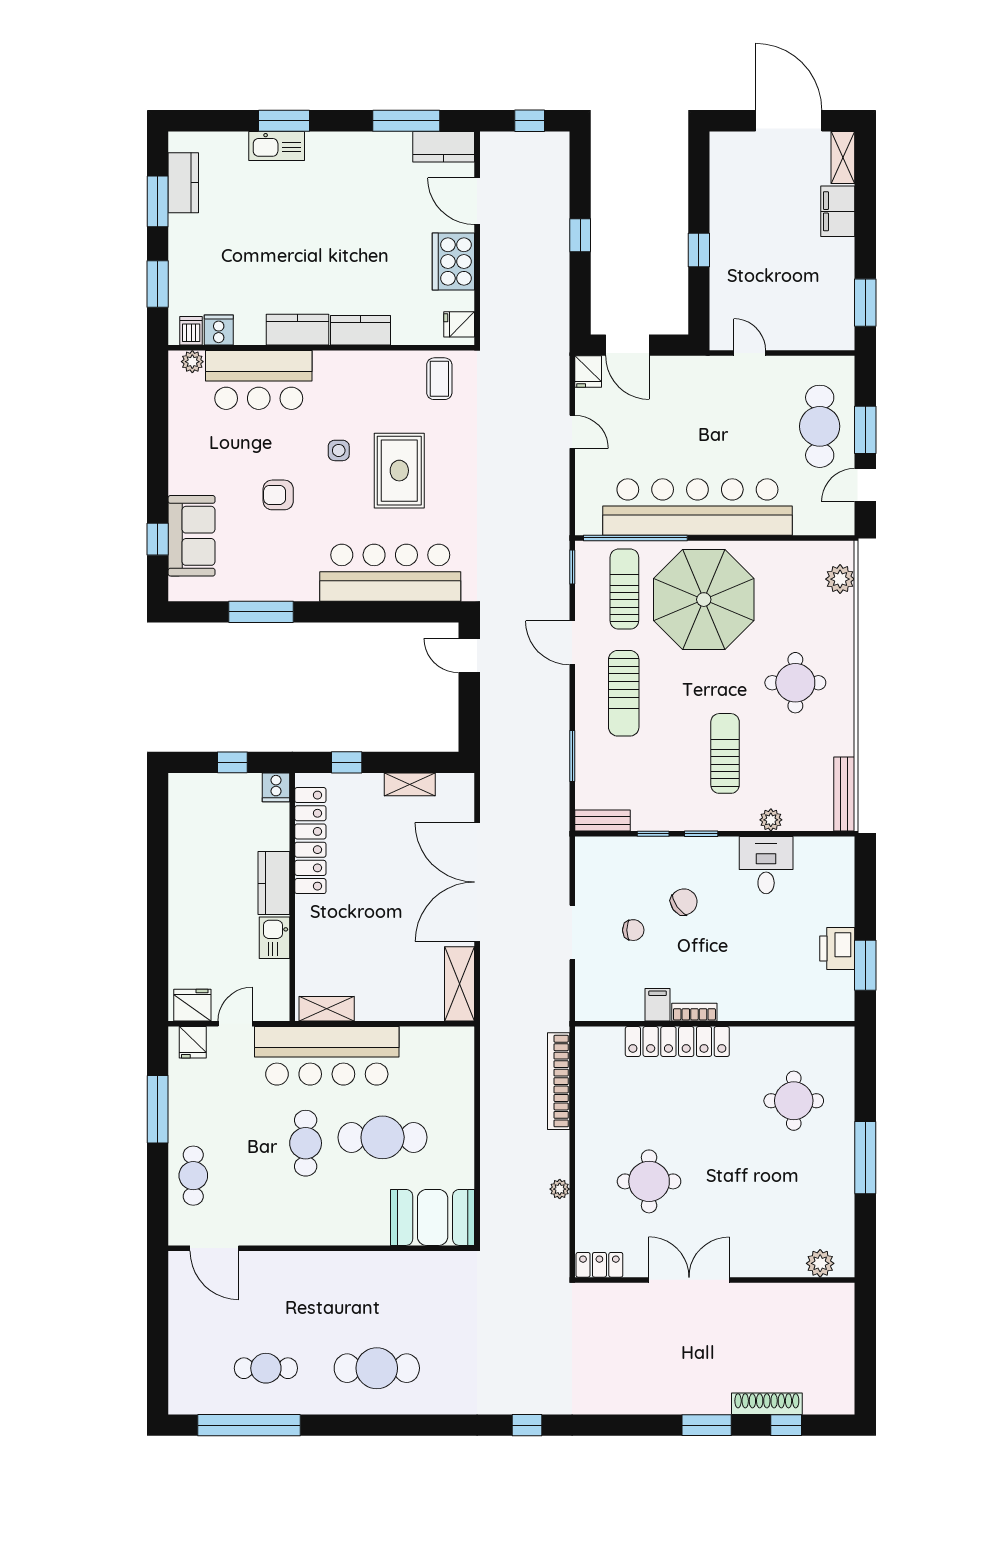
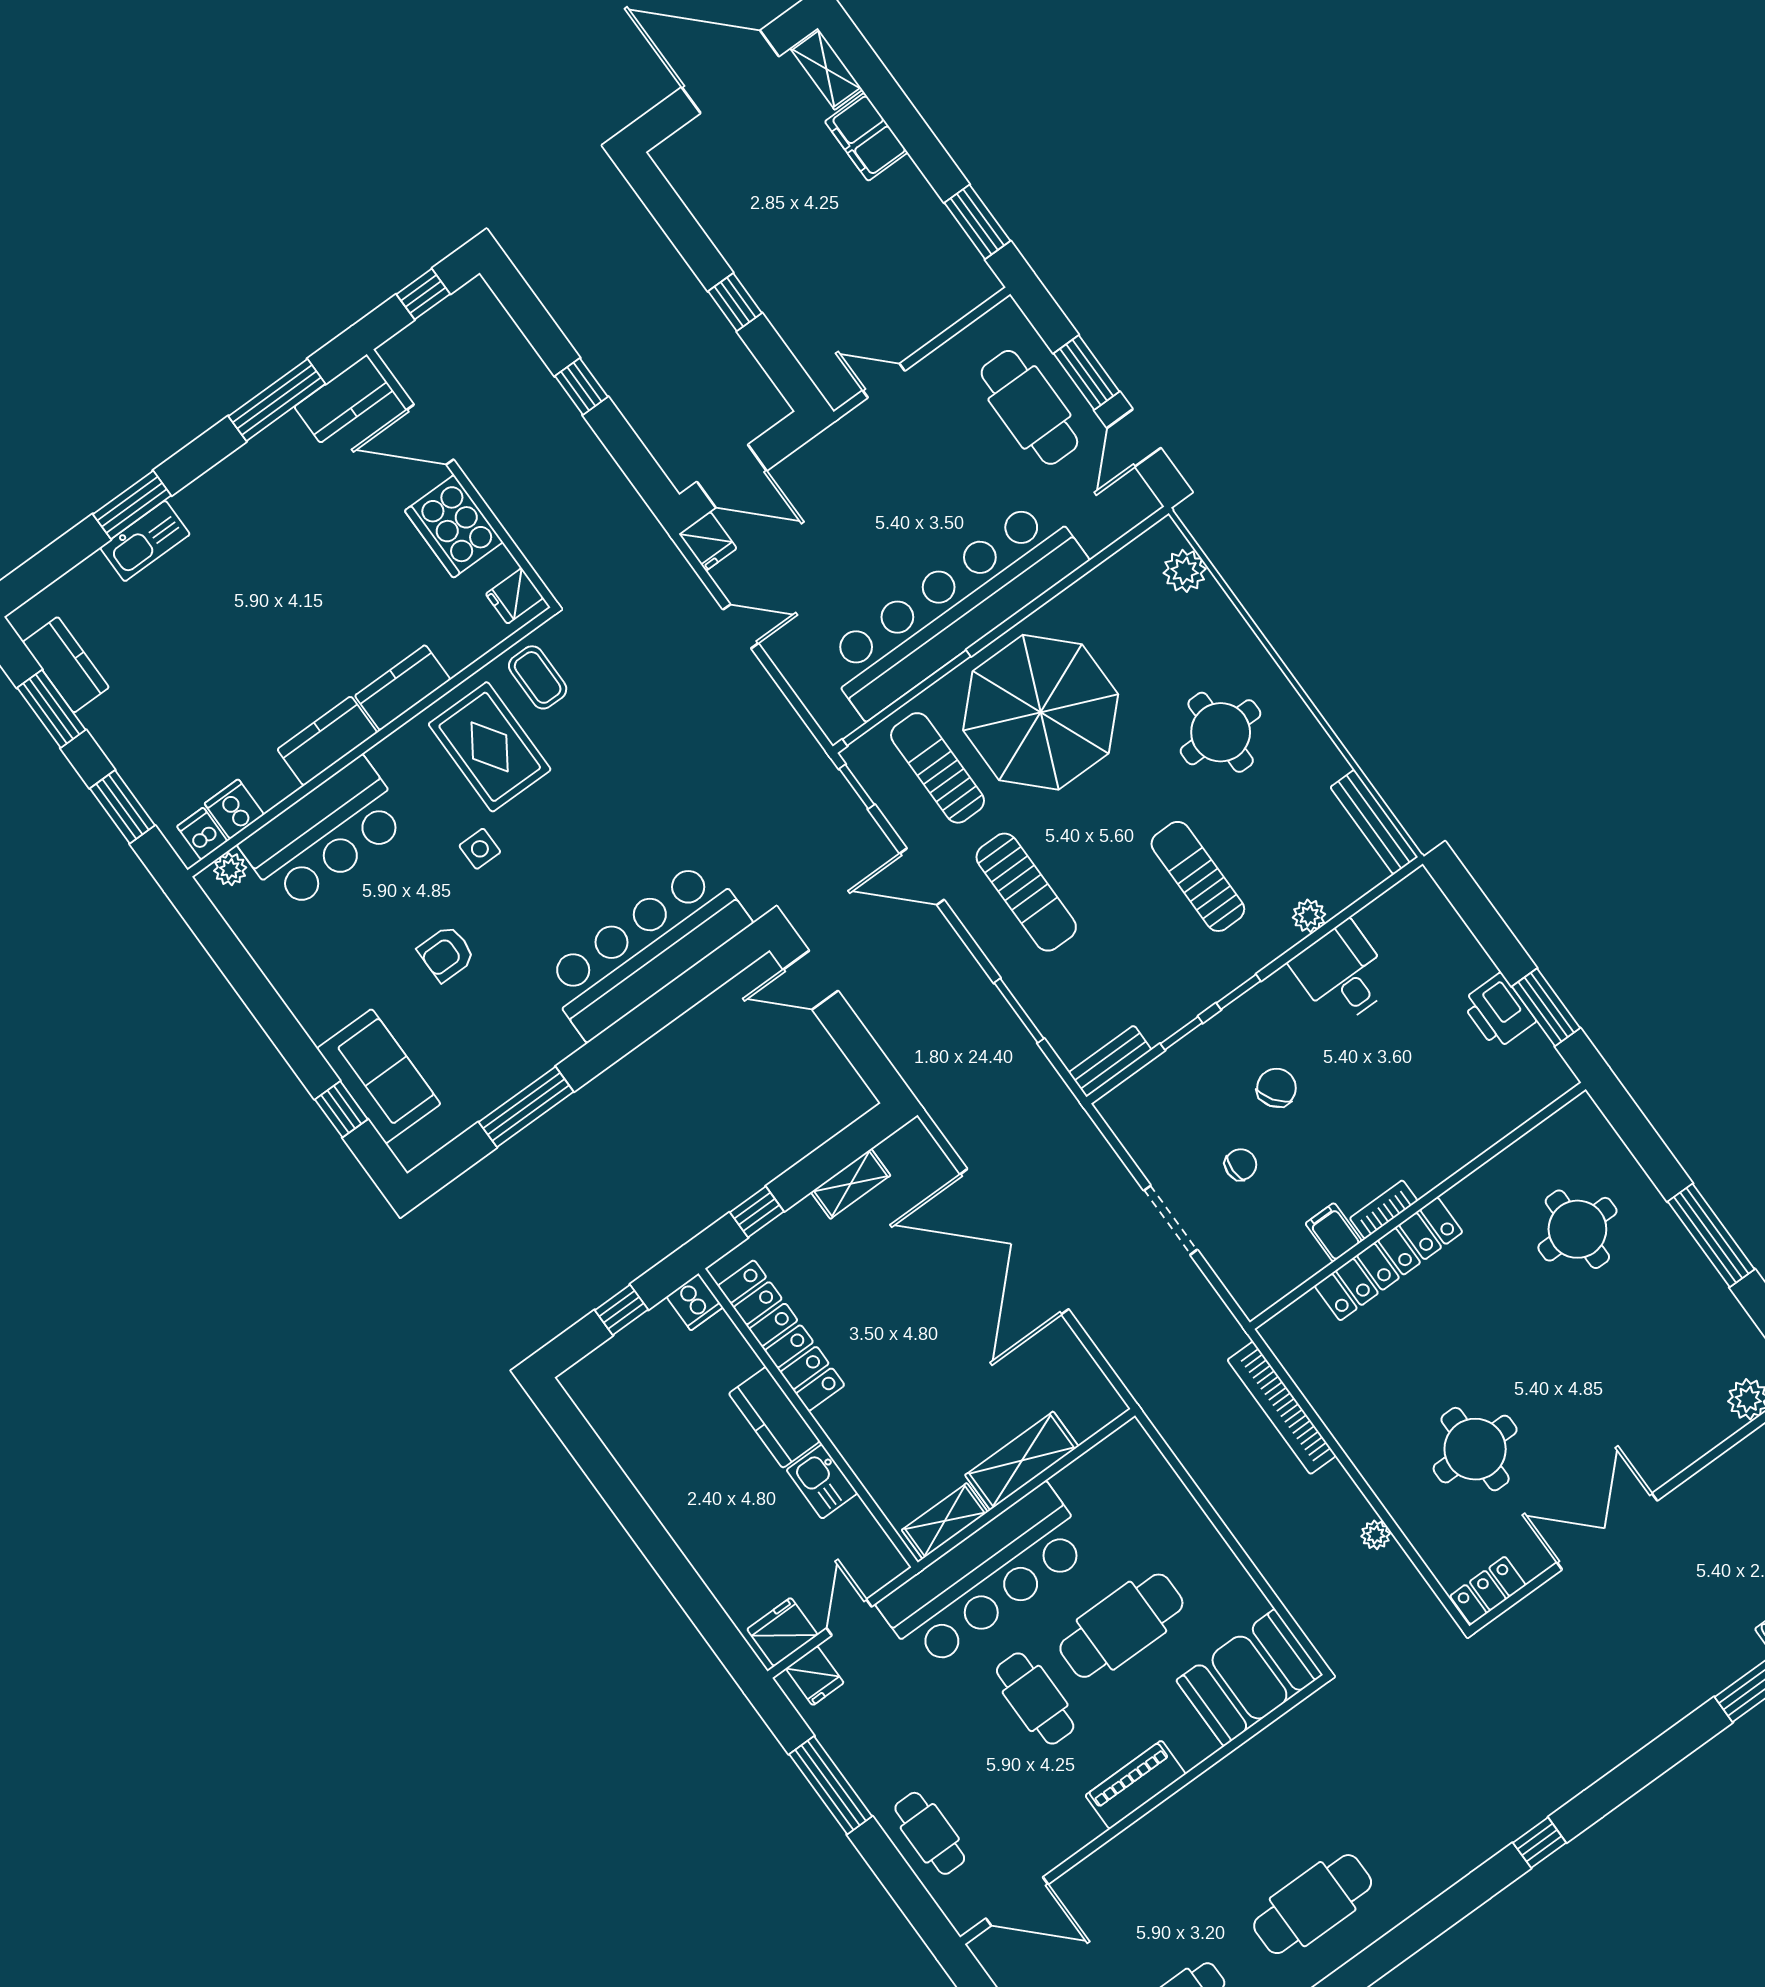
rug: (399, 471) -> (490, 747), moved
shelving: (460, 984) -> (1022, 1461), moved, turned 90
piano: (327, 1231) -> (1136, 1785), added

